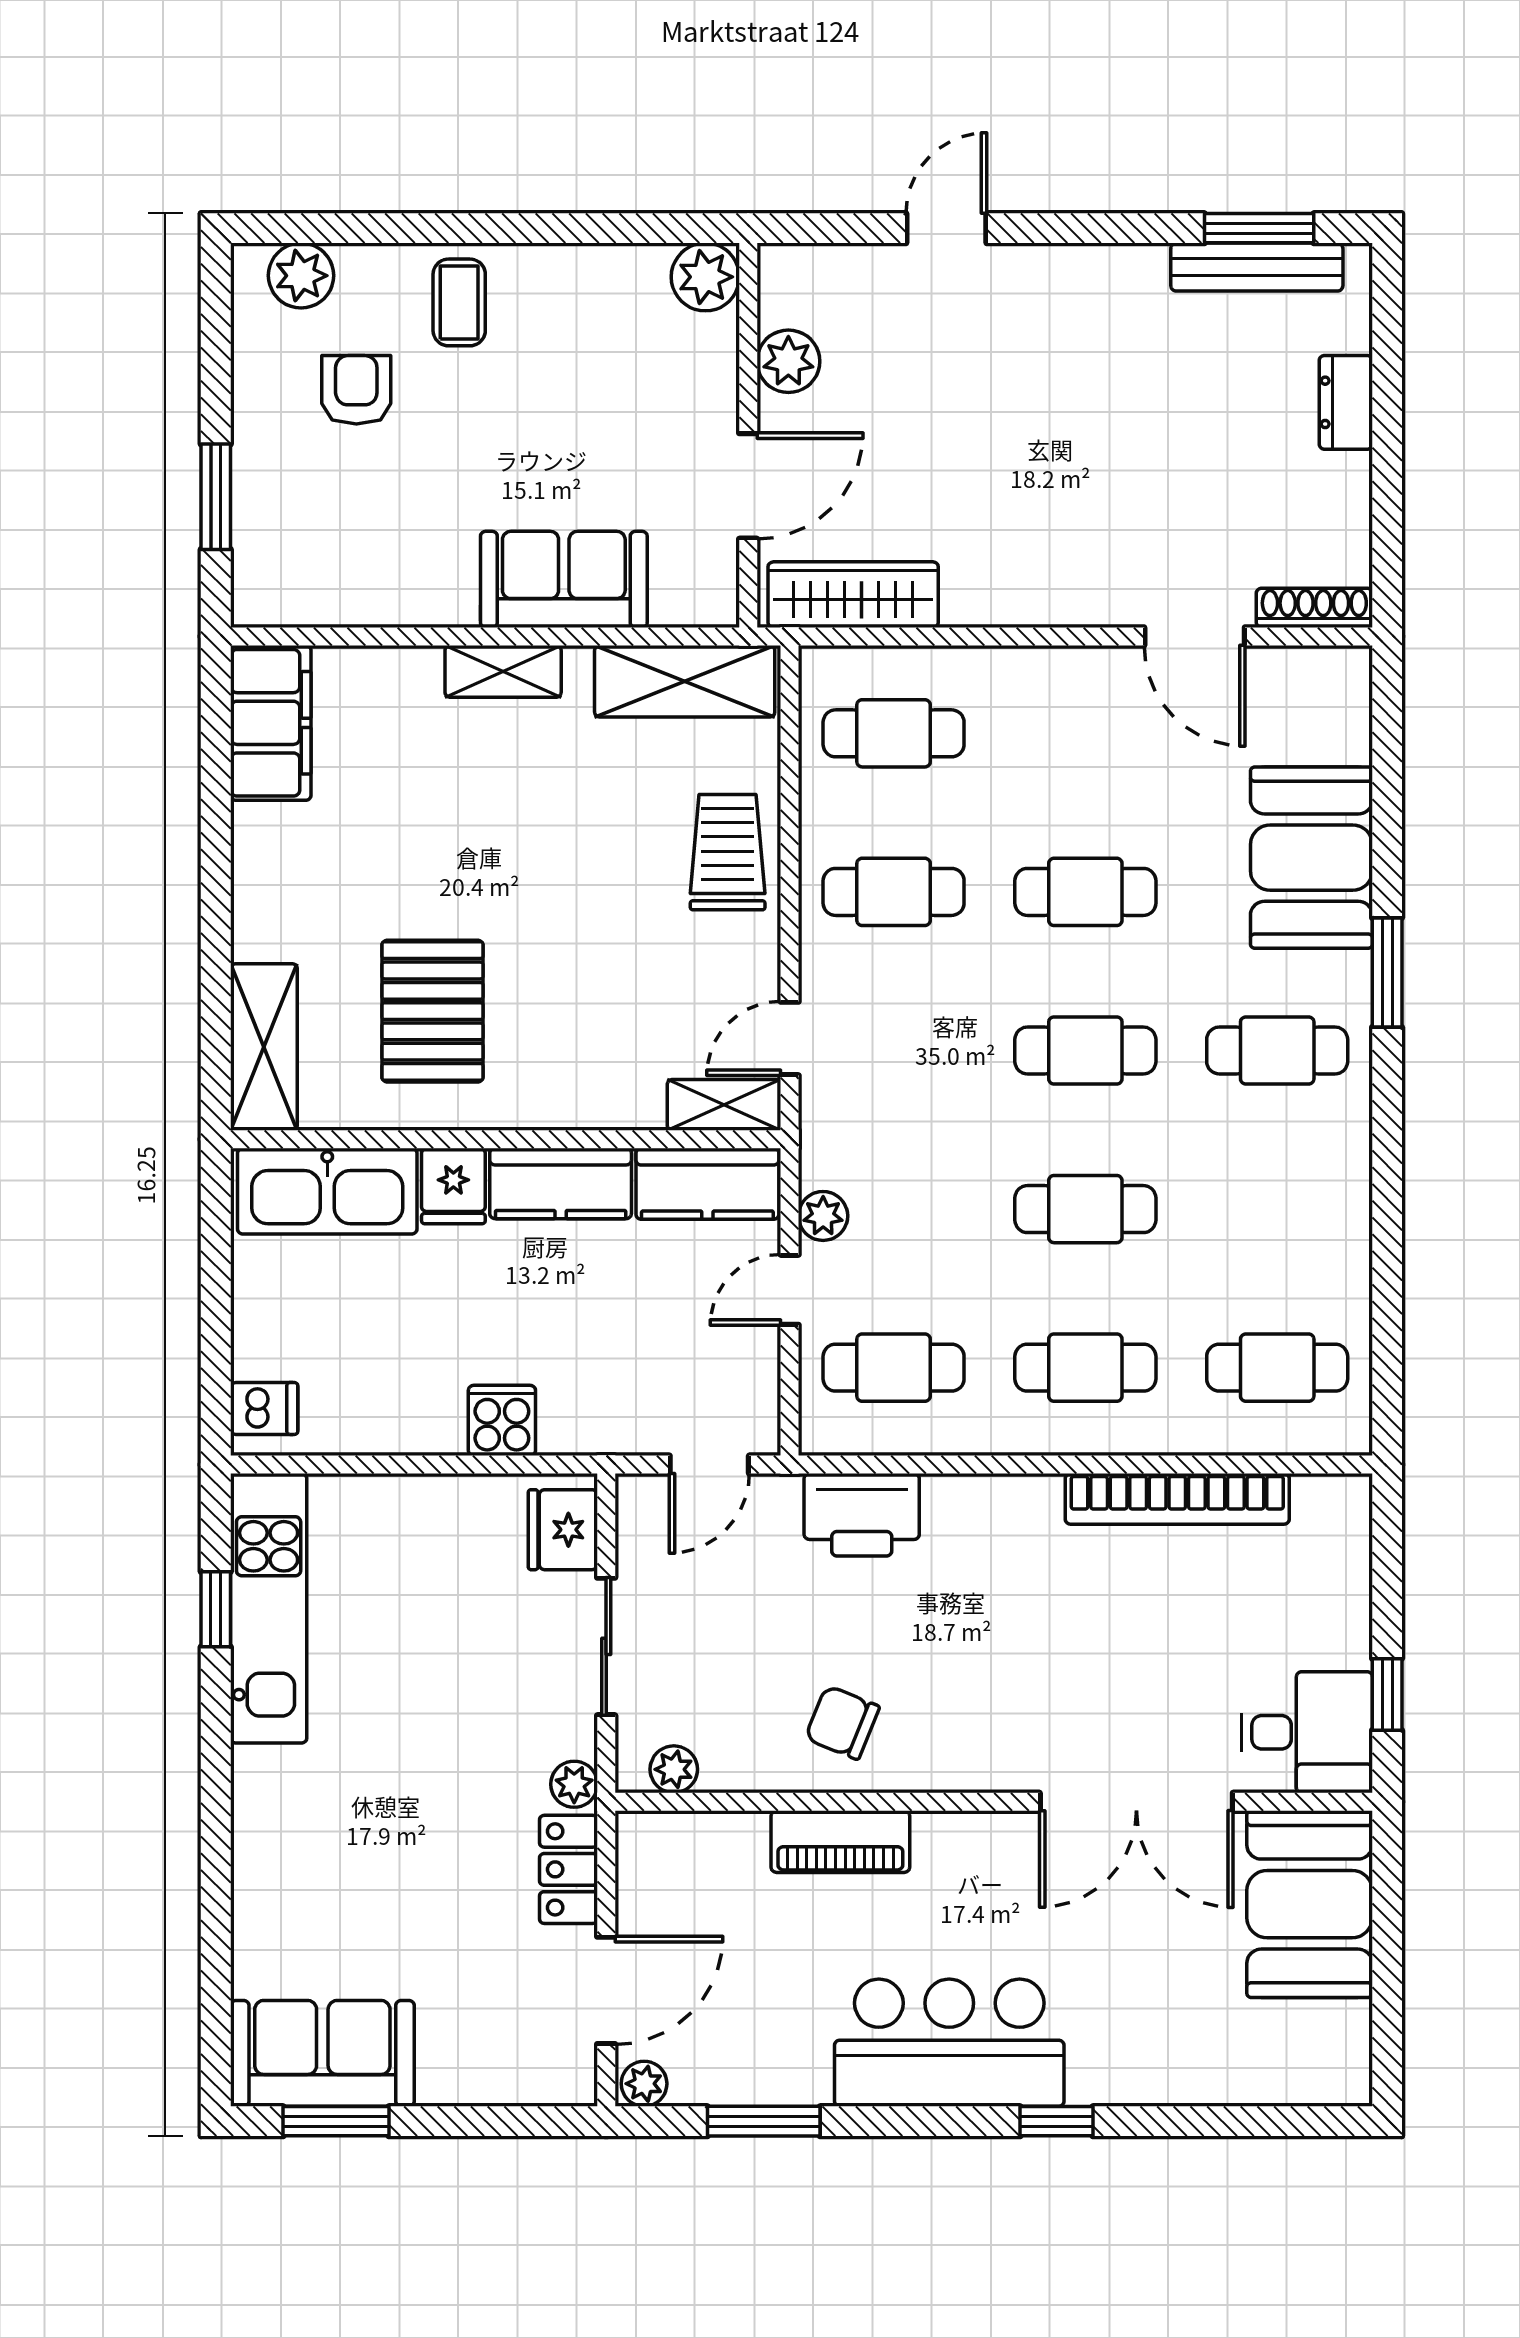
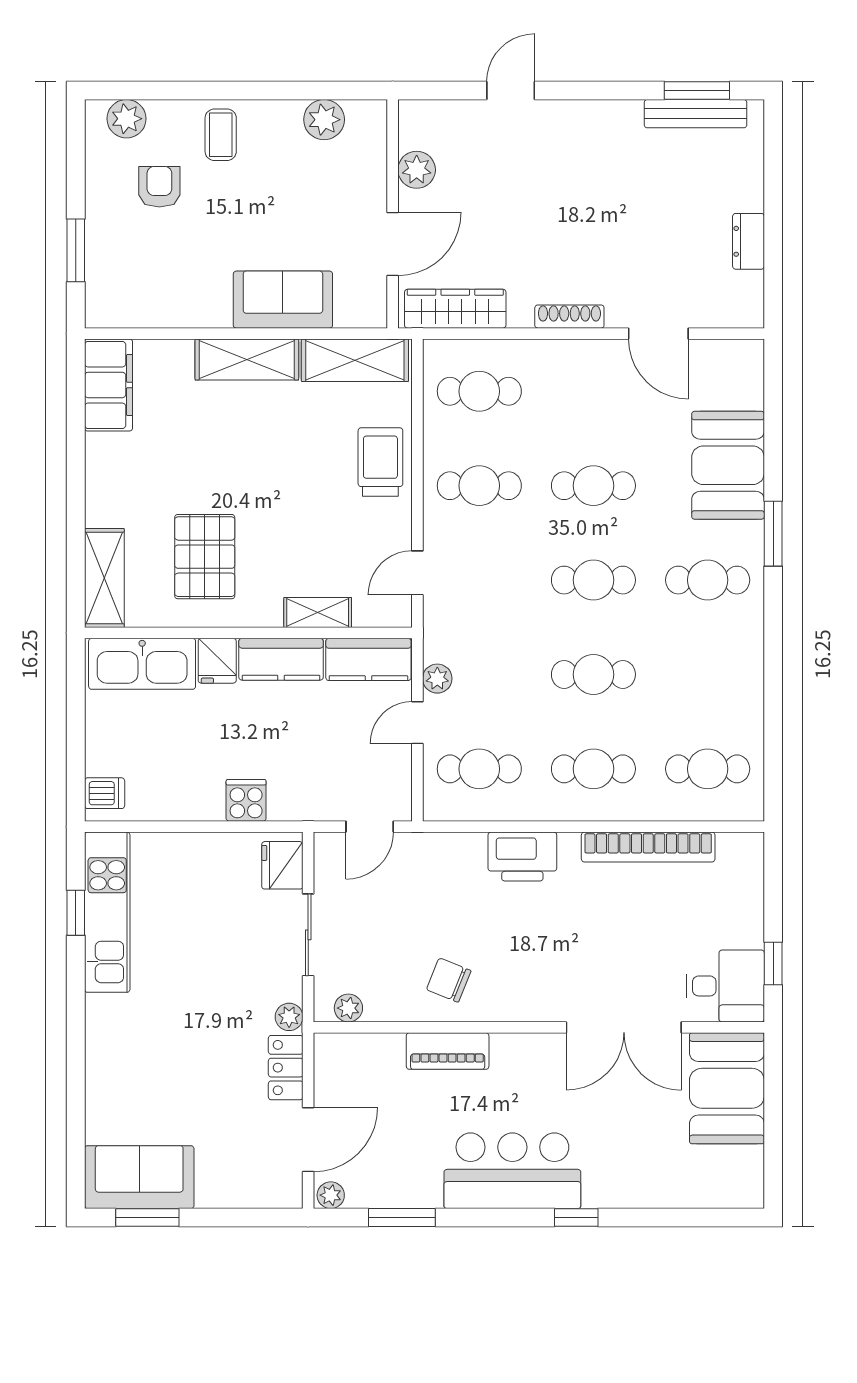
plant: (705, 277) -> (324, 120), moved
dresser: (1346, 402) -> (748, 241), moved
shoe rack: (1314, 608) -> (569, 317), moved
shelving: (503, 671) -> (247, 360), width x1.50, depth x1.33
shelving: (724, 1105) -> (318, 612), moved
printer: (862, 1515) -> (522, 856), moved

